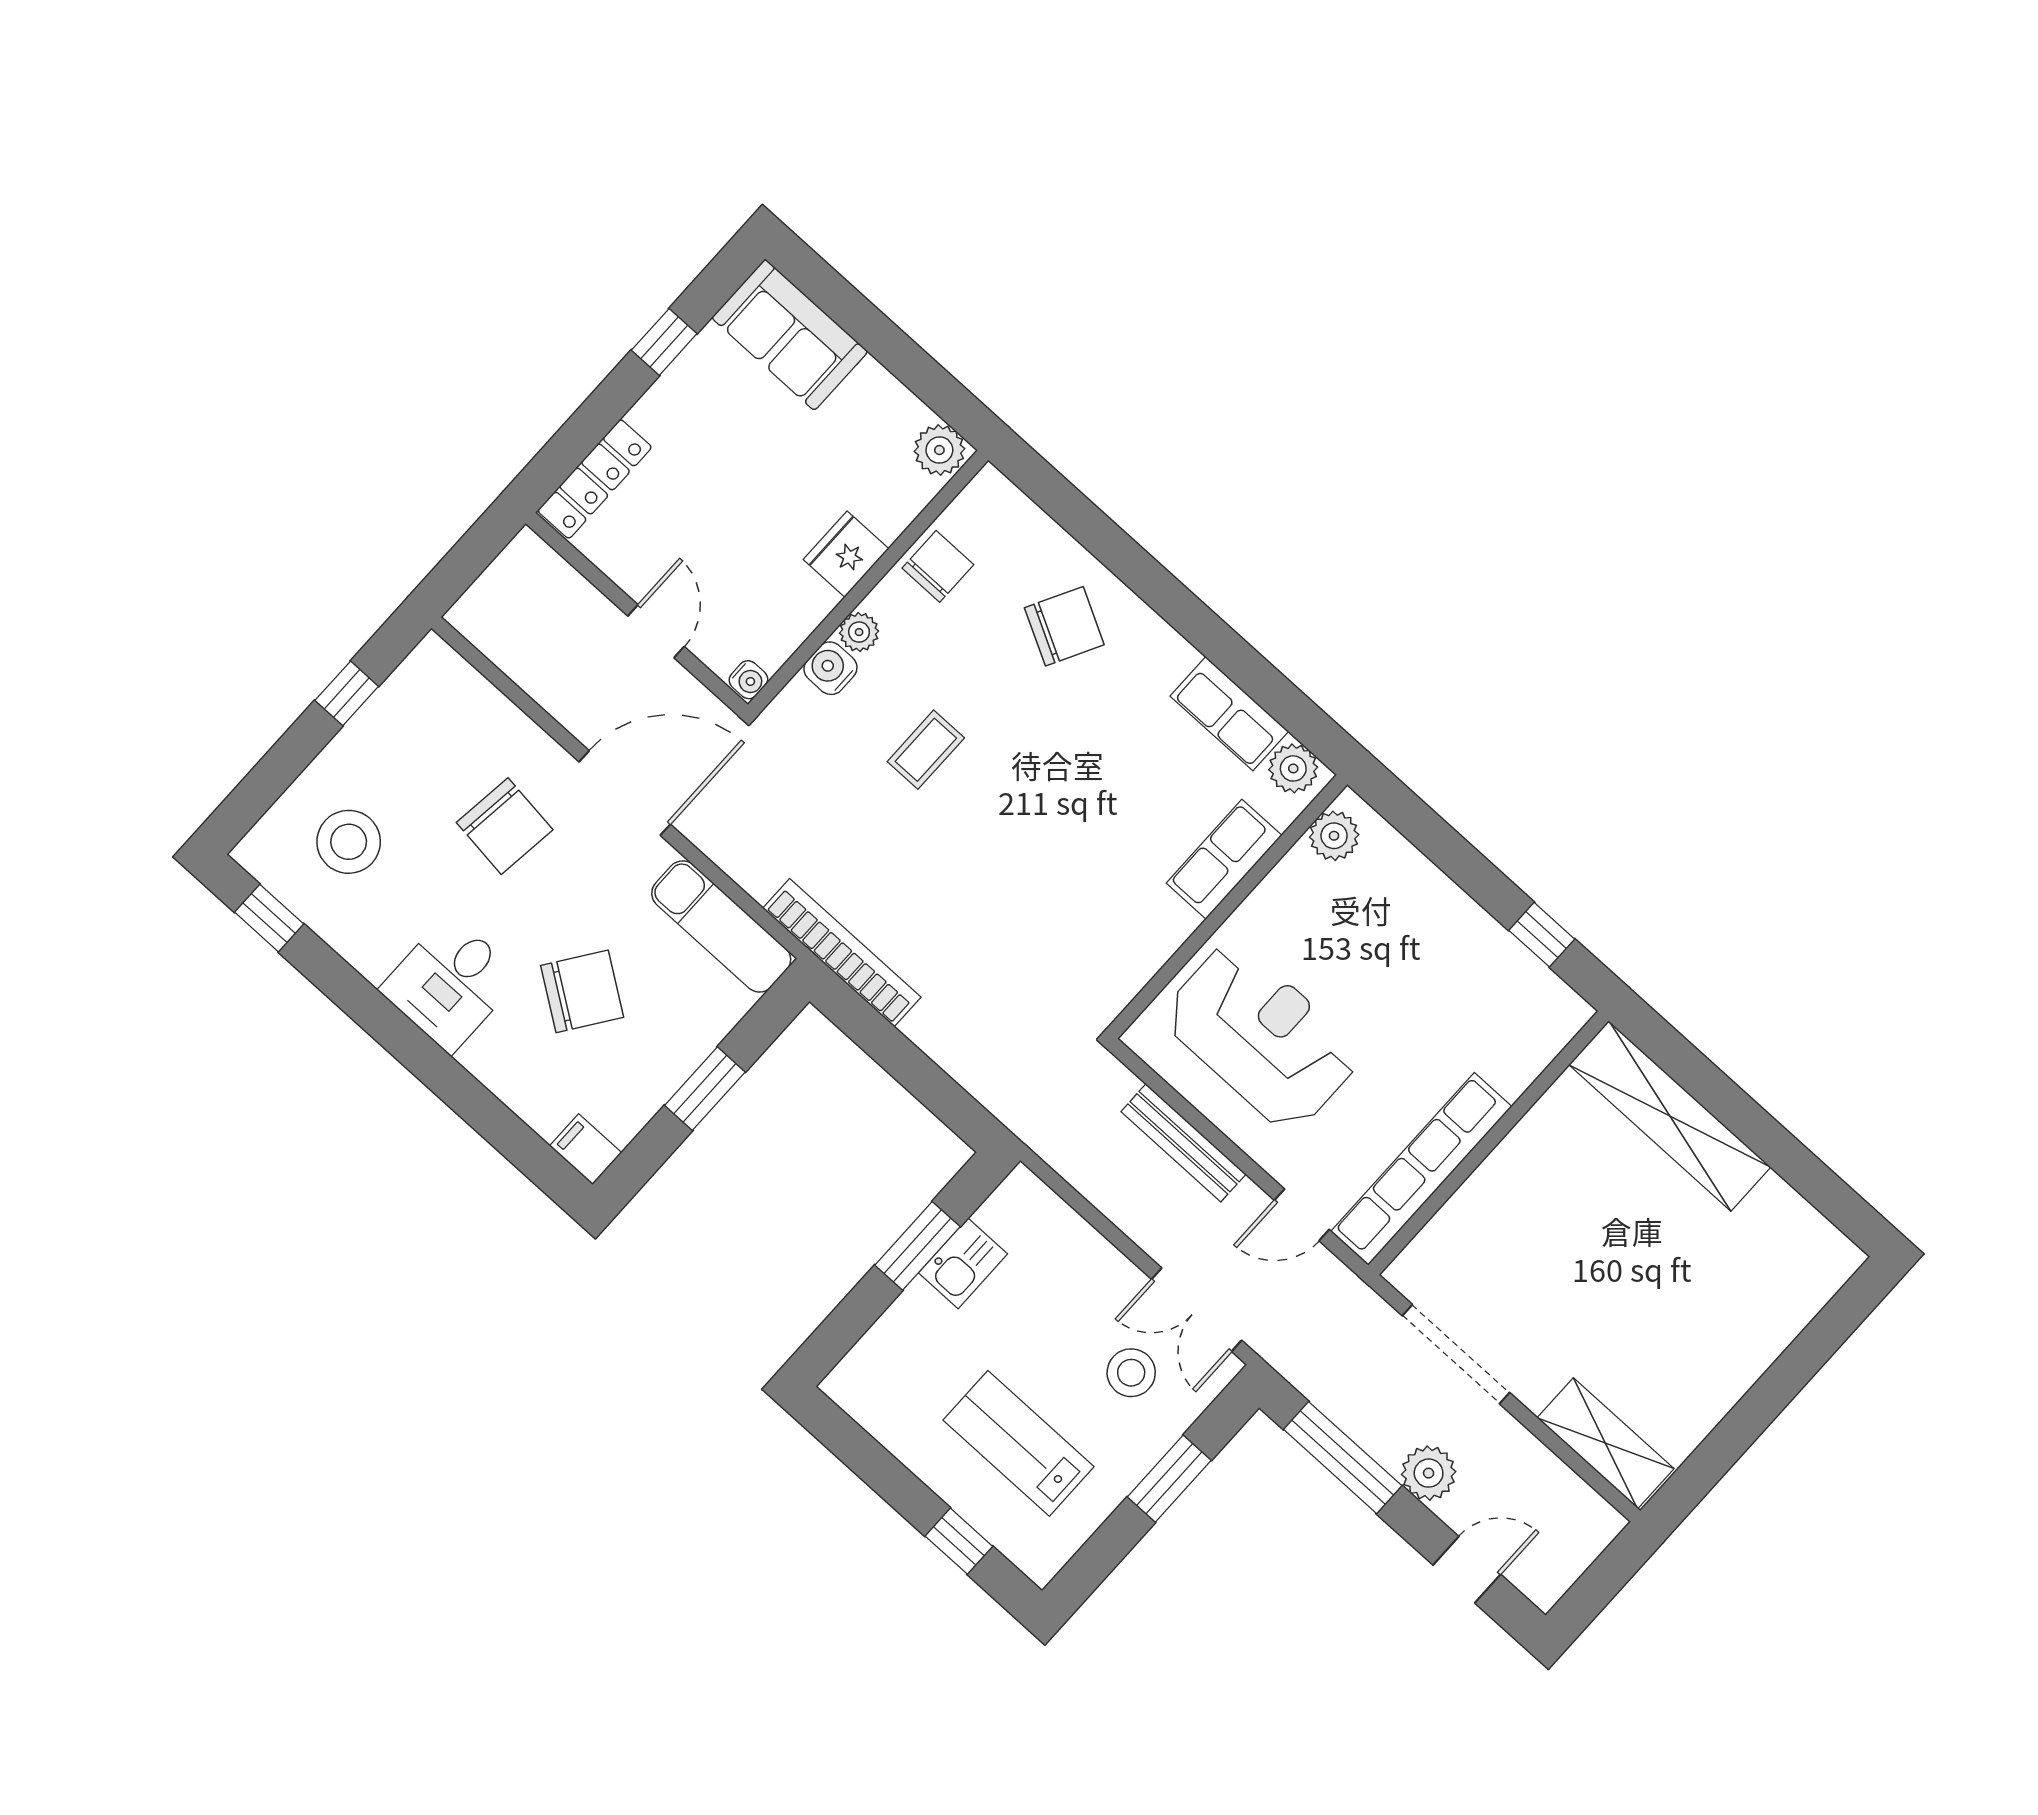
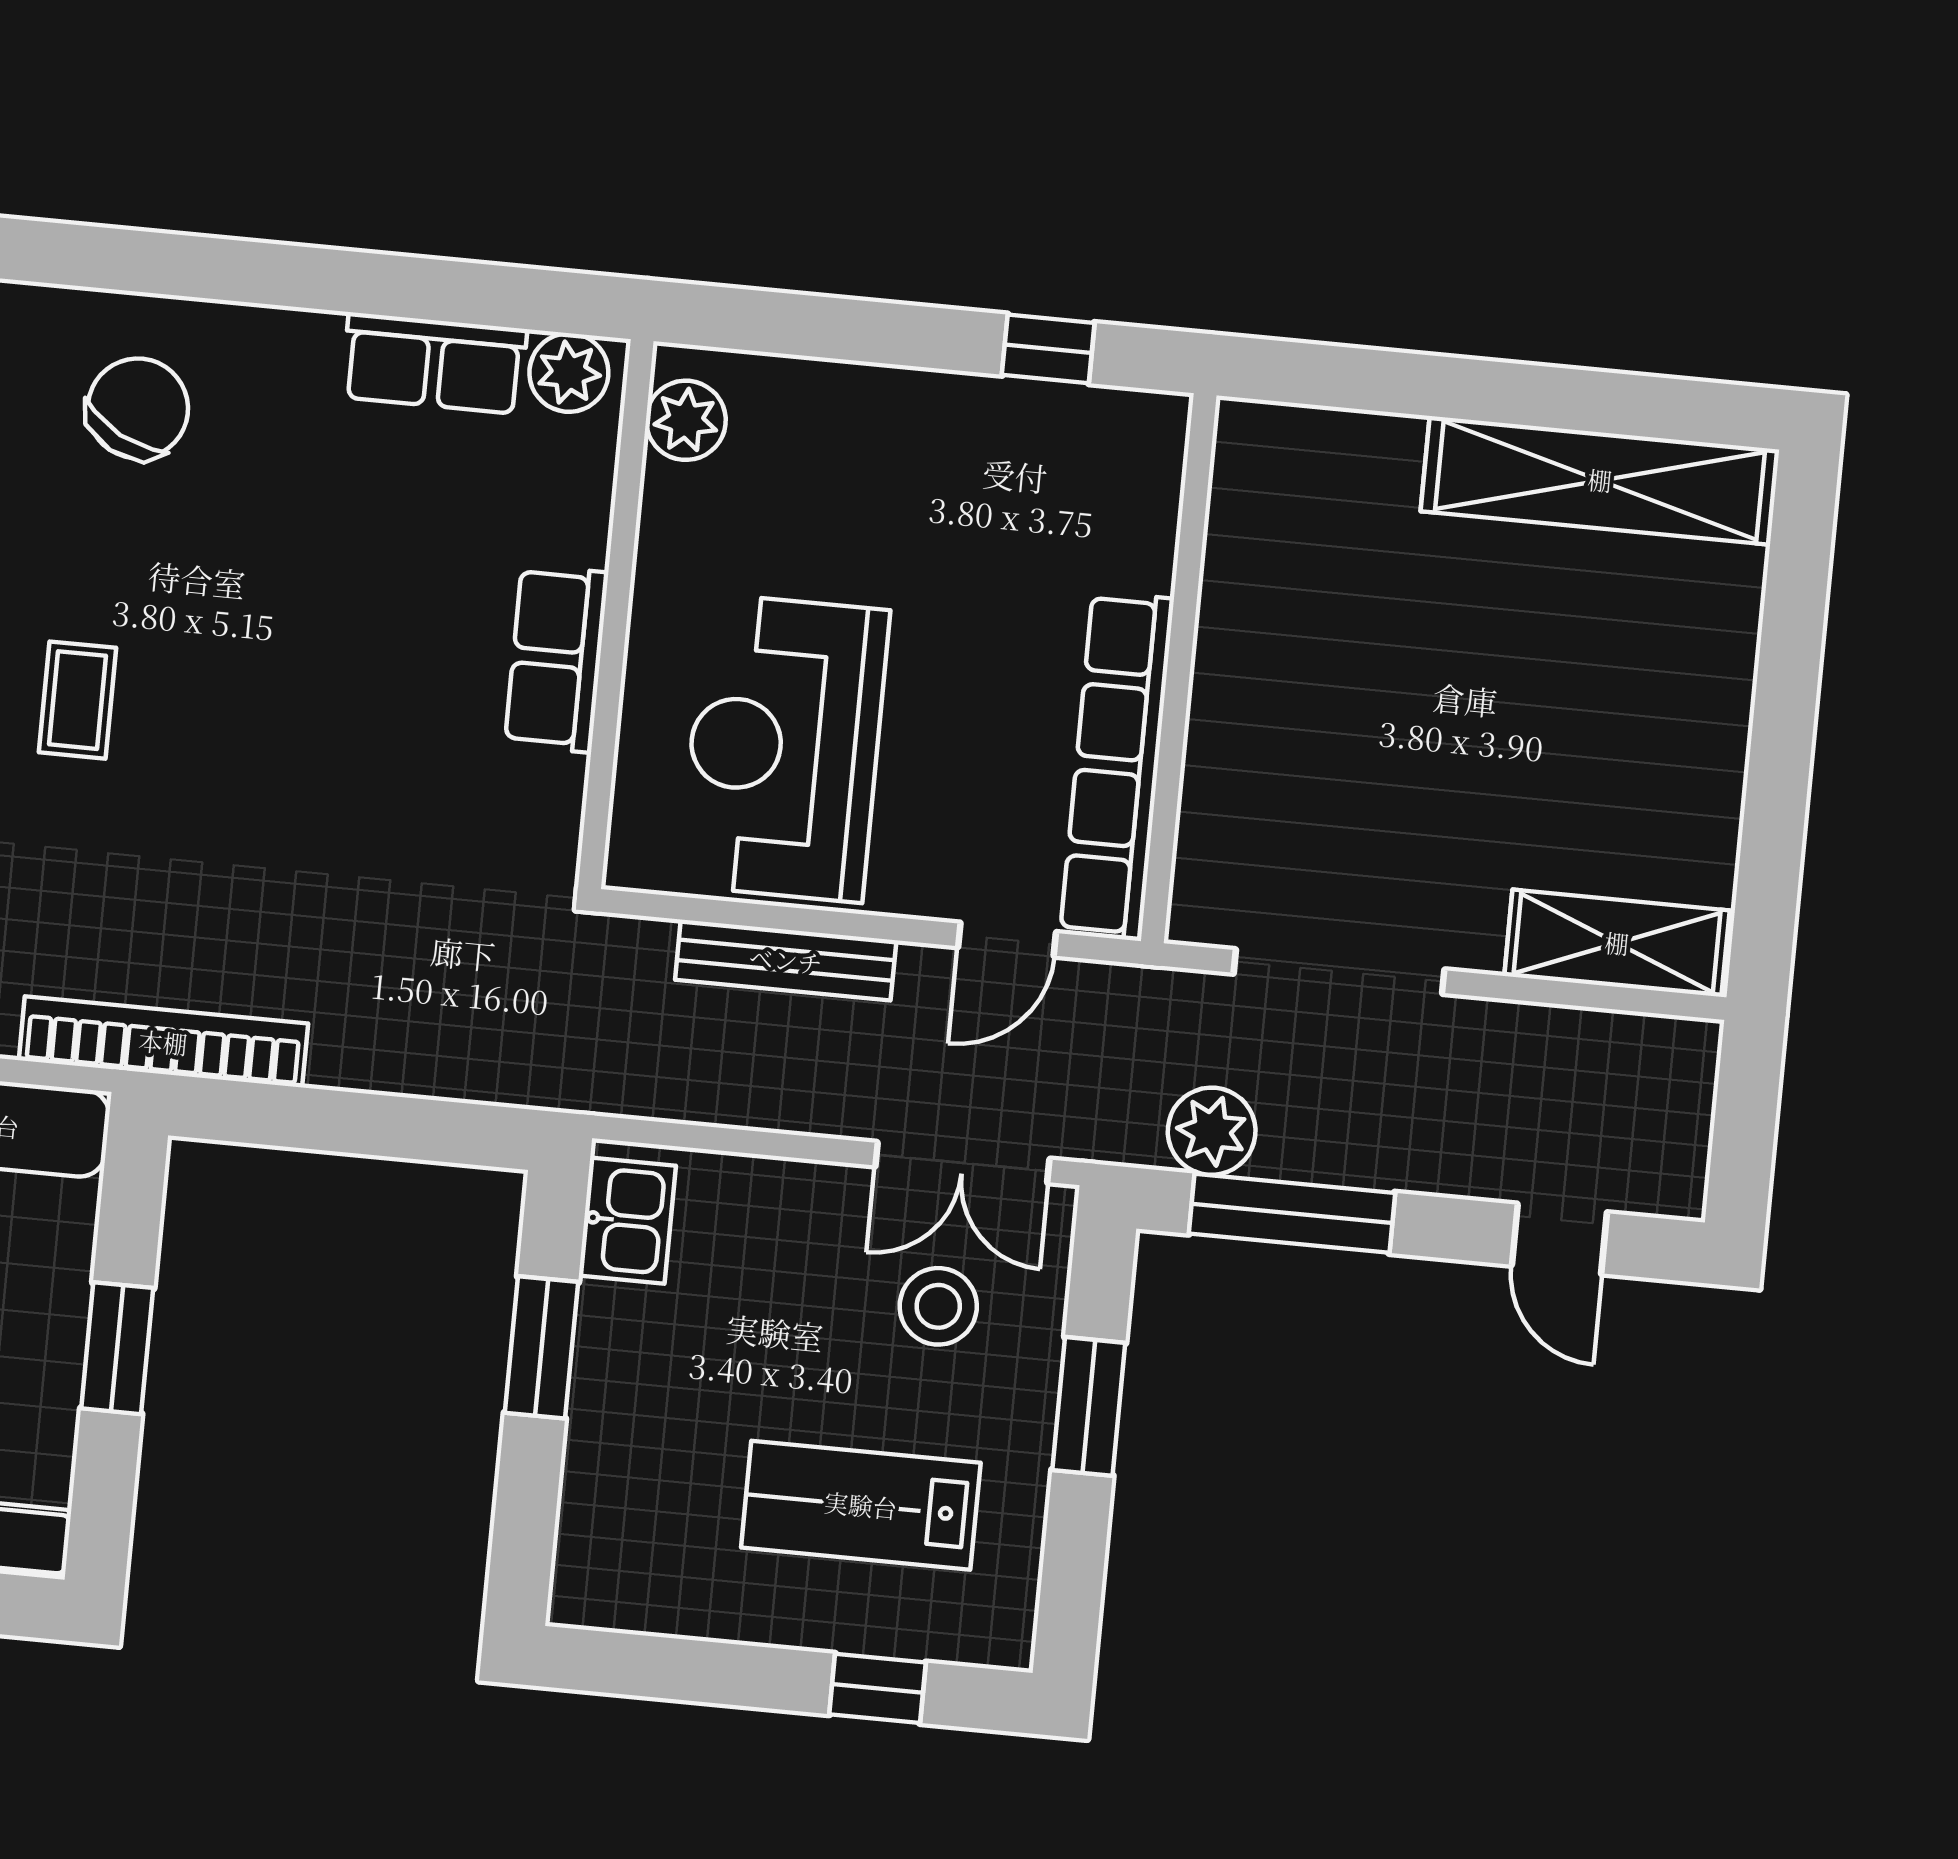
row of seats: (1224, 859) -> (557, 659), moved
reception desk: (1261, 1036) -> (784, 748), turned -90
shelving: (1670, 1116) -> (1600, 480), moved
kitchen sink: (963, 1263) -> (627, 1221), moved
plant: (1429, 1473) -> (1212, 1131), moved
door: (1467, 1570) -> (1559, 1239), swing flipped

